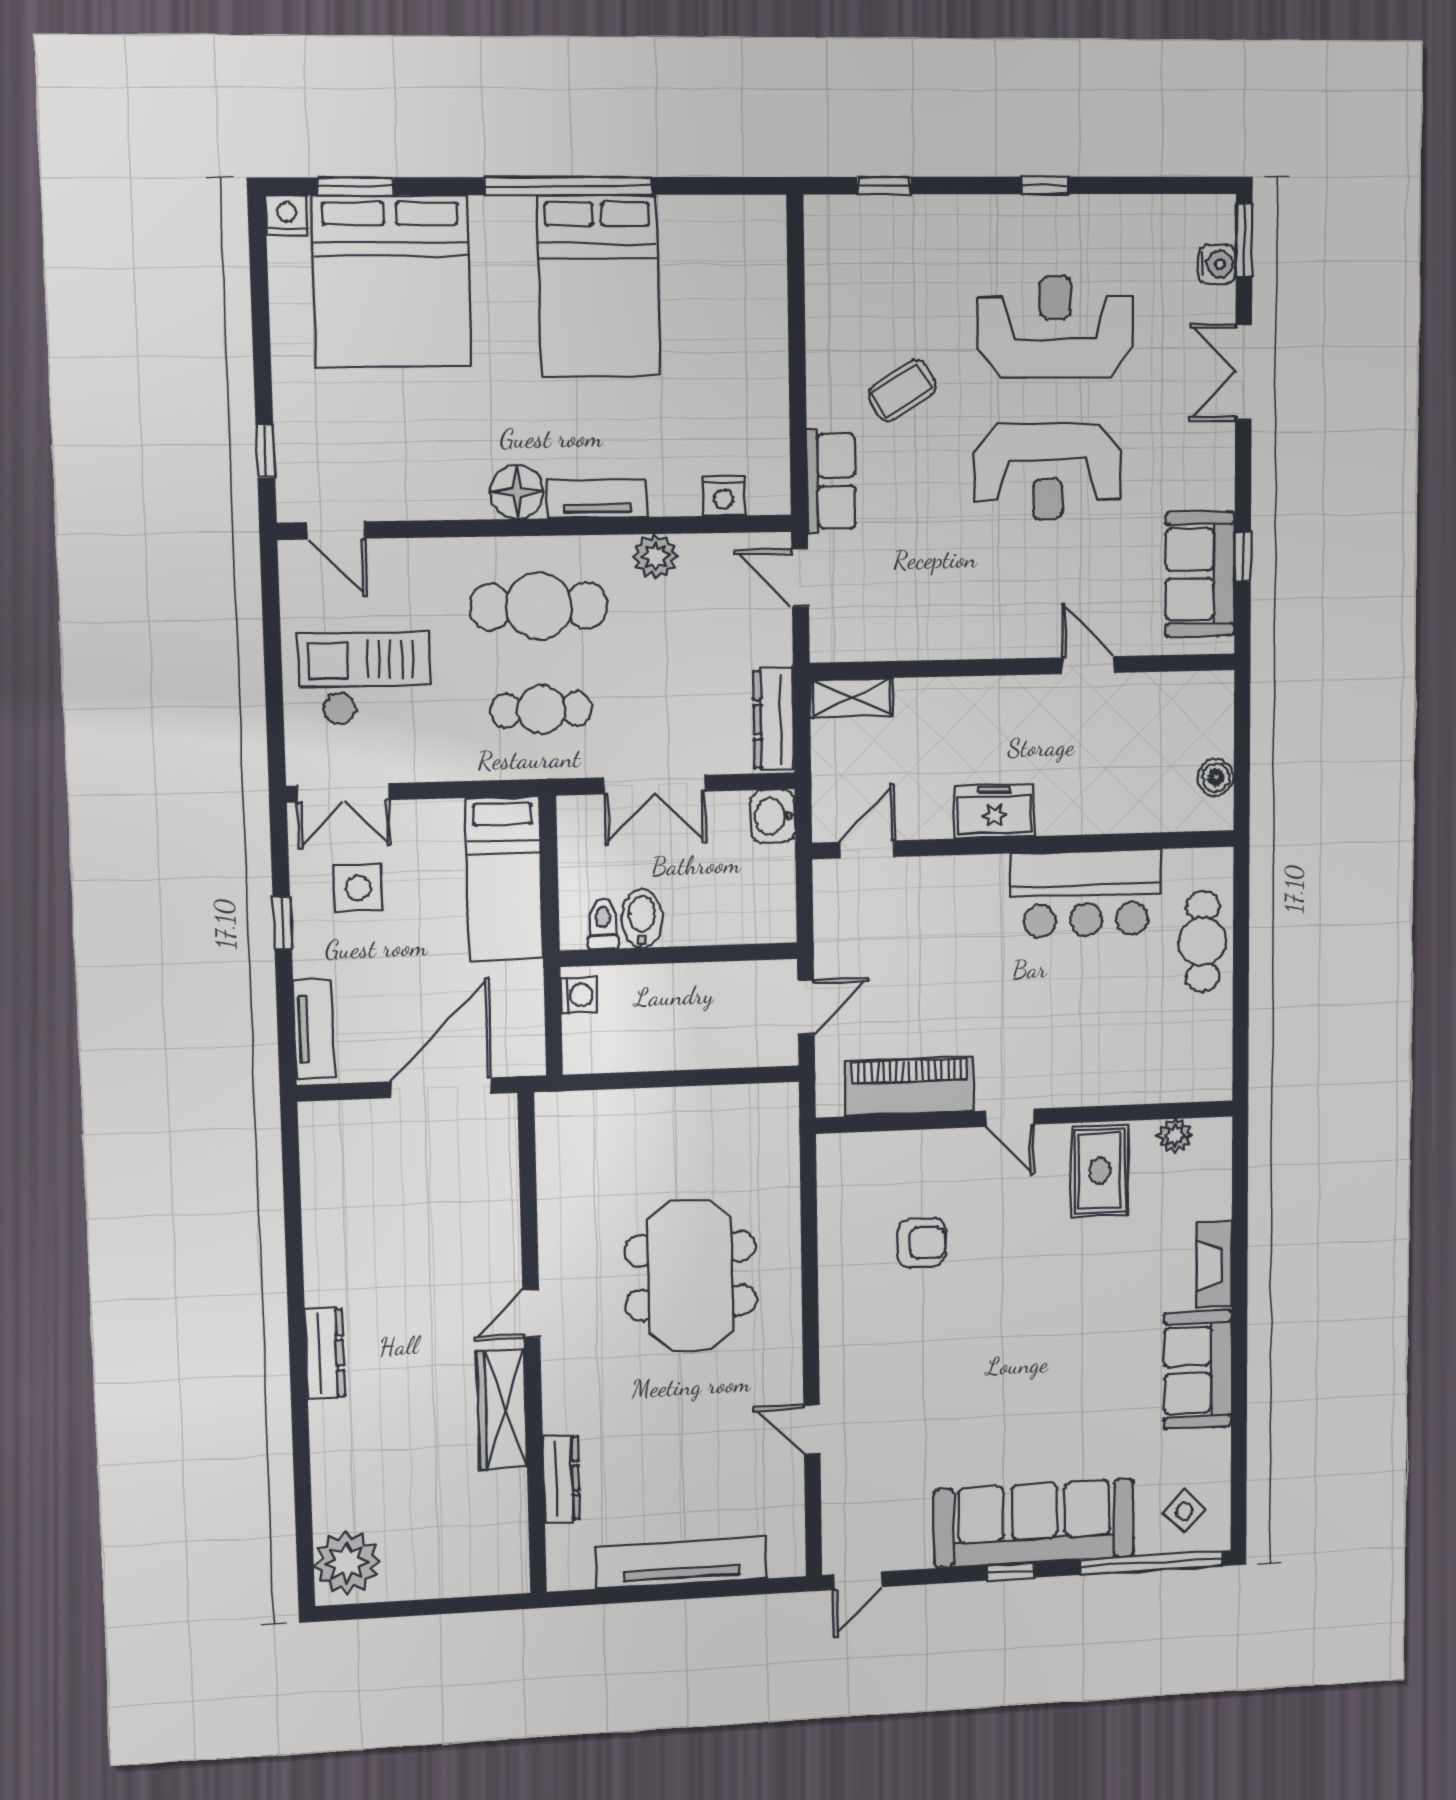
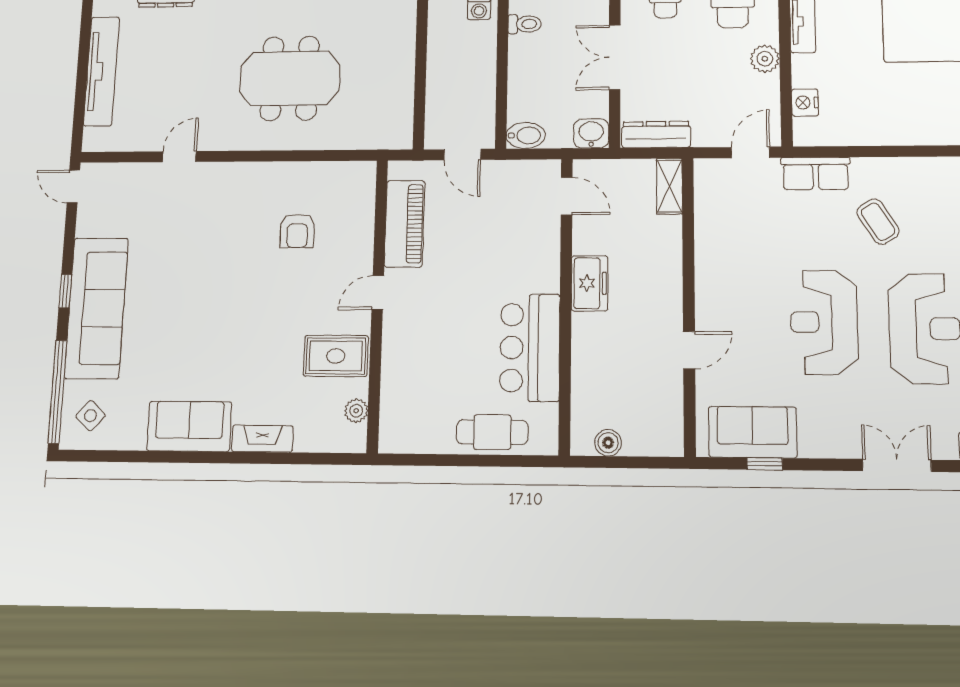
bidet: (642, 919) -> (526, 135), moved

